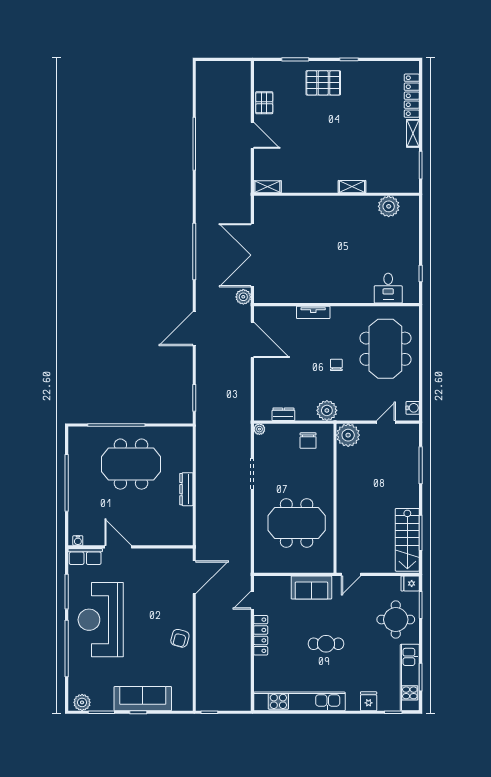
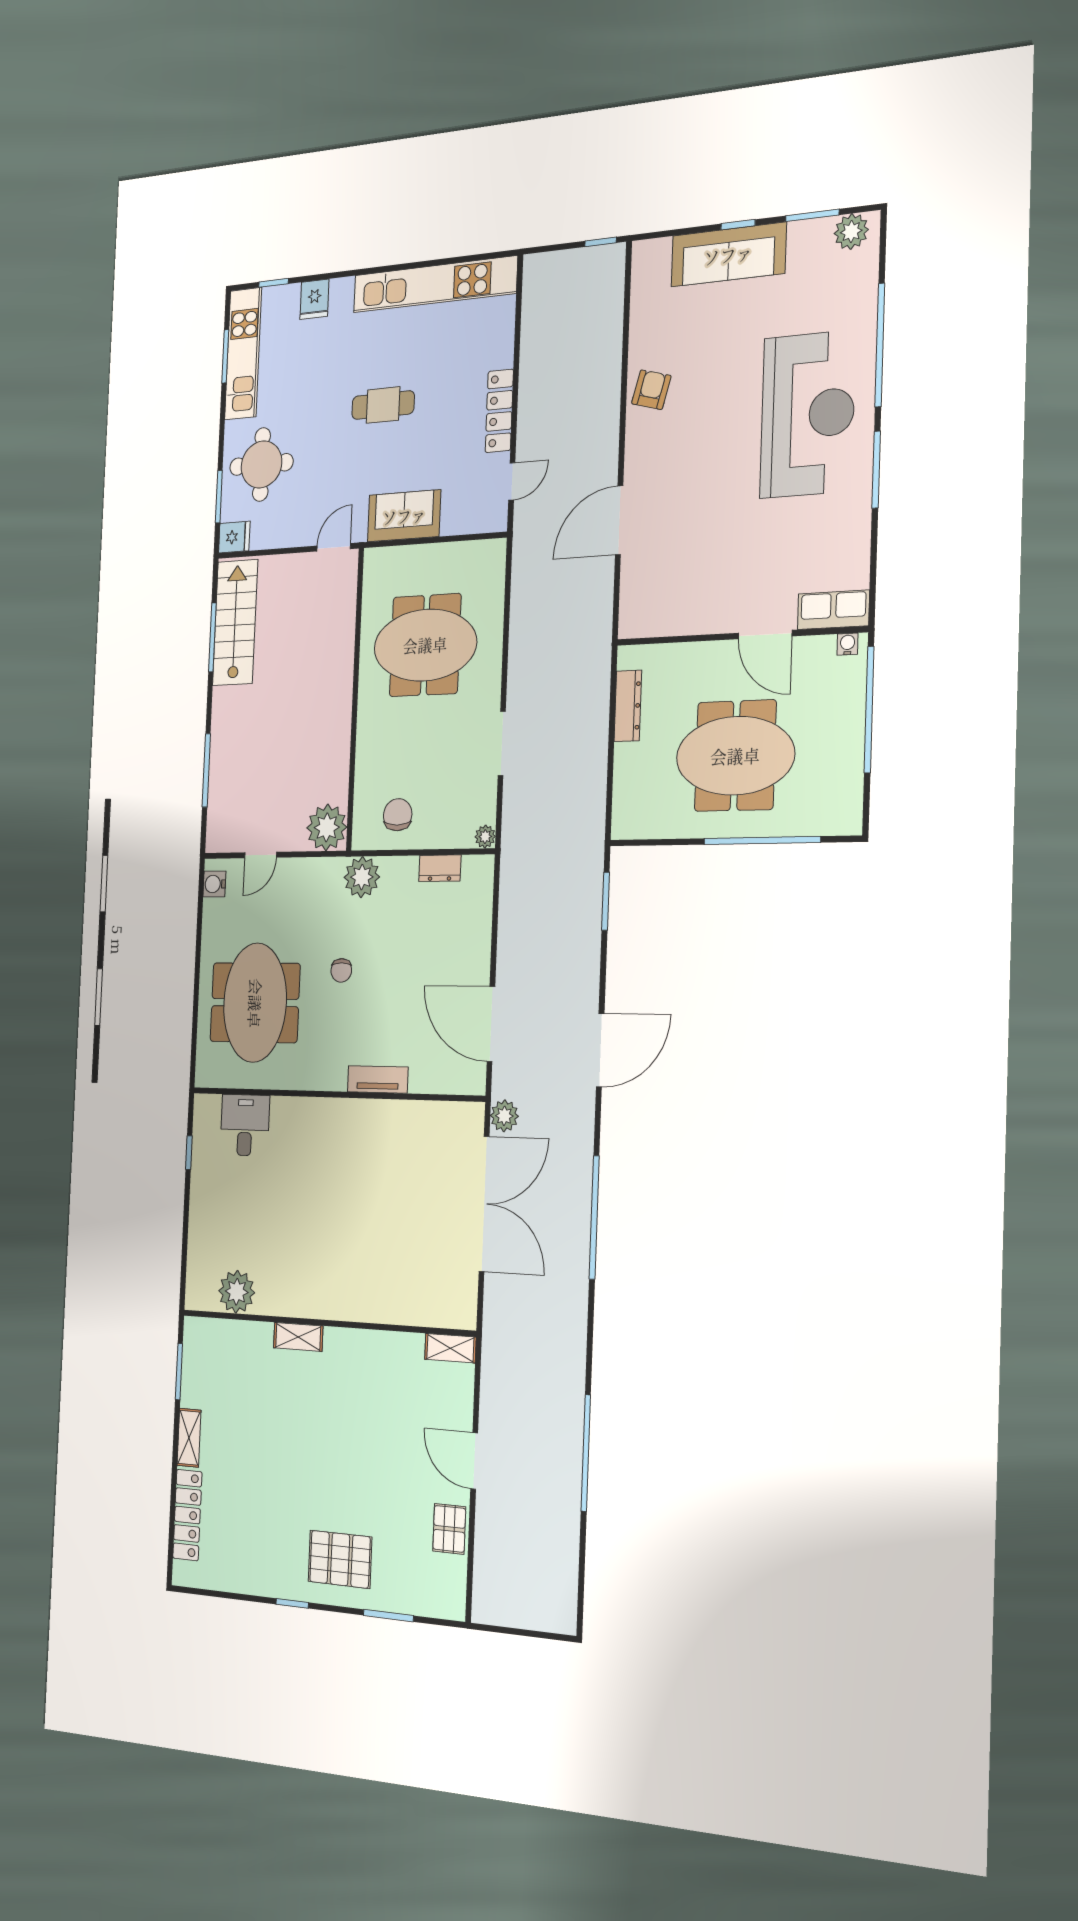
water cooler: (78, 541) -> (847, 644), moved
door: (118, 547) -> (765, 635), moved
wall: (130, 547) -> (740, 636), moved
row of seats: (85, 556) -> (833, 610), moved

